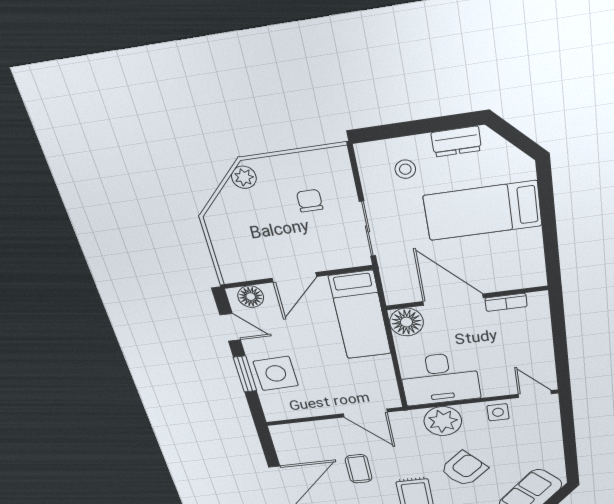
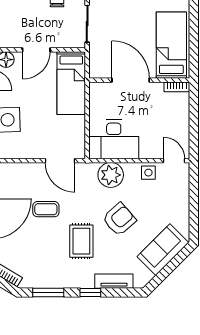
bed: (483, 211) -> (171, 45), moved, turned 90
bookcase: (506, 302) -> (177, 87), moved
floor lamp: (407, 322) -> (99, 92), removed
coffee table: (359, 469) -> (46, 209), turned 90

